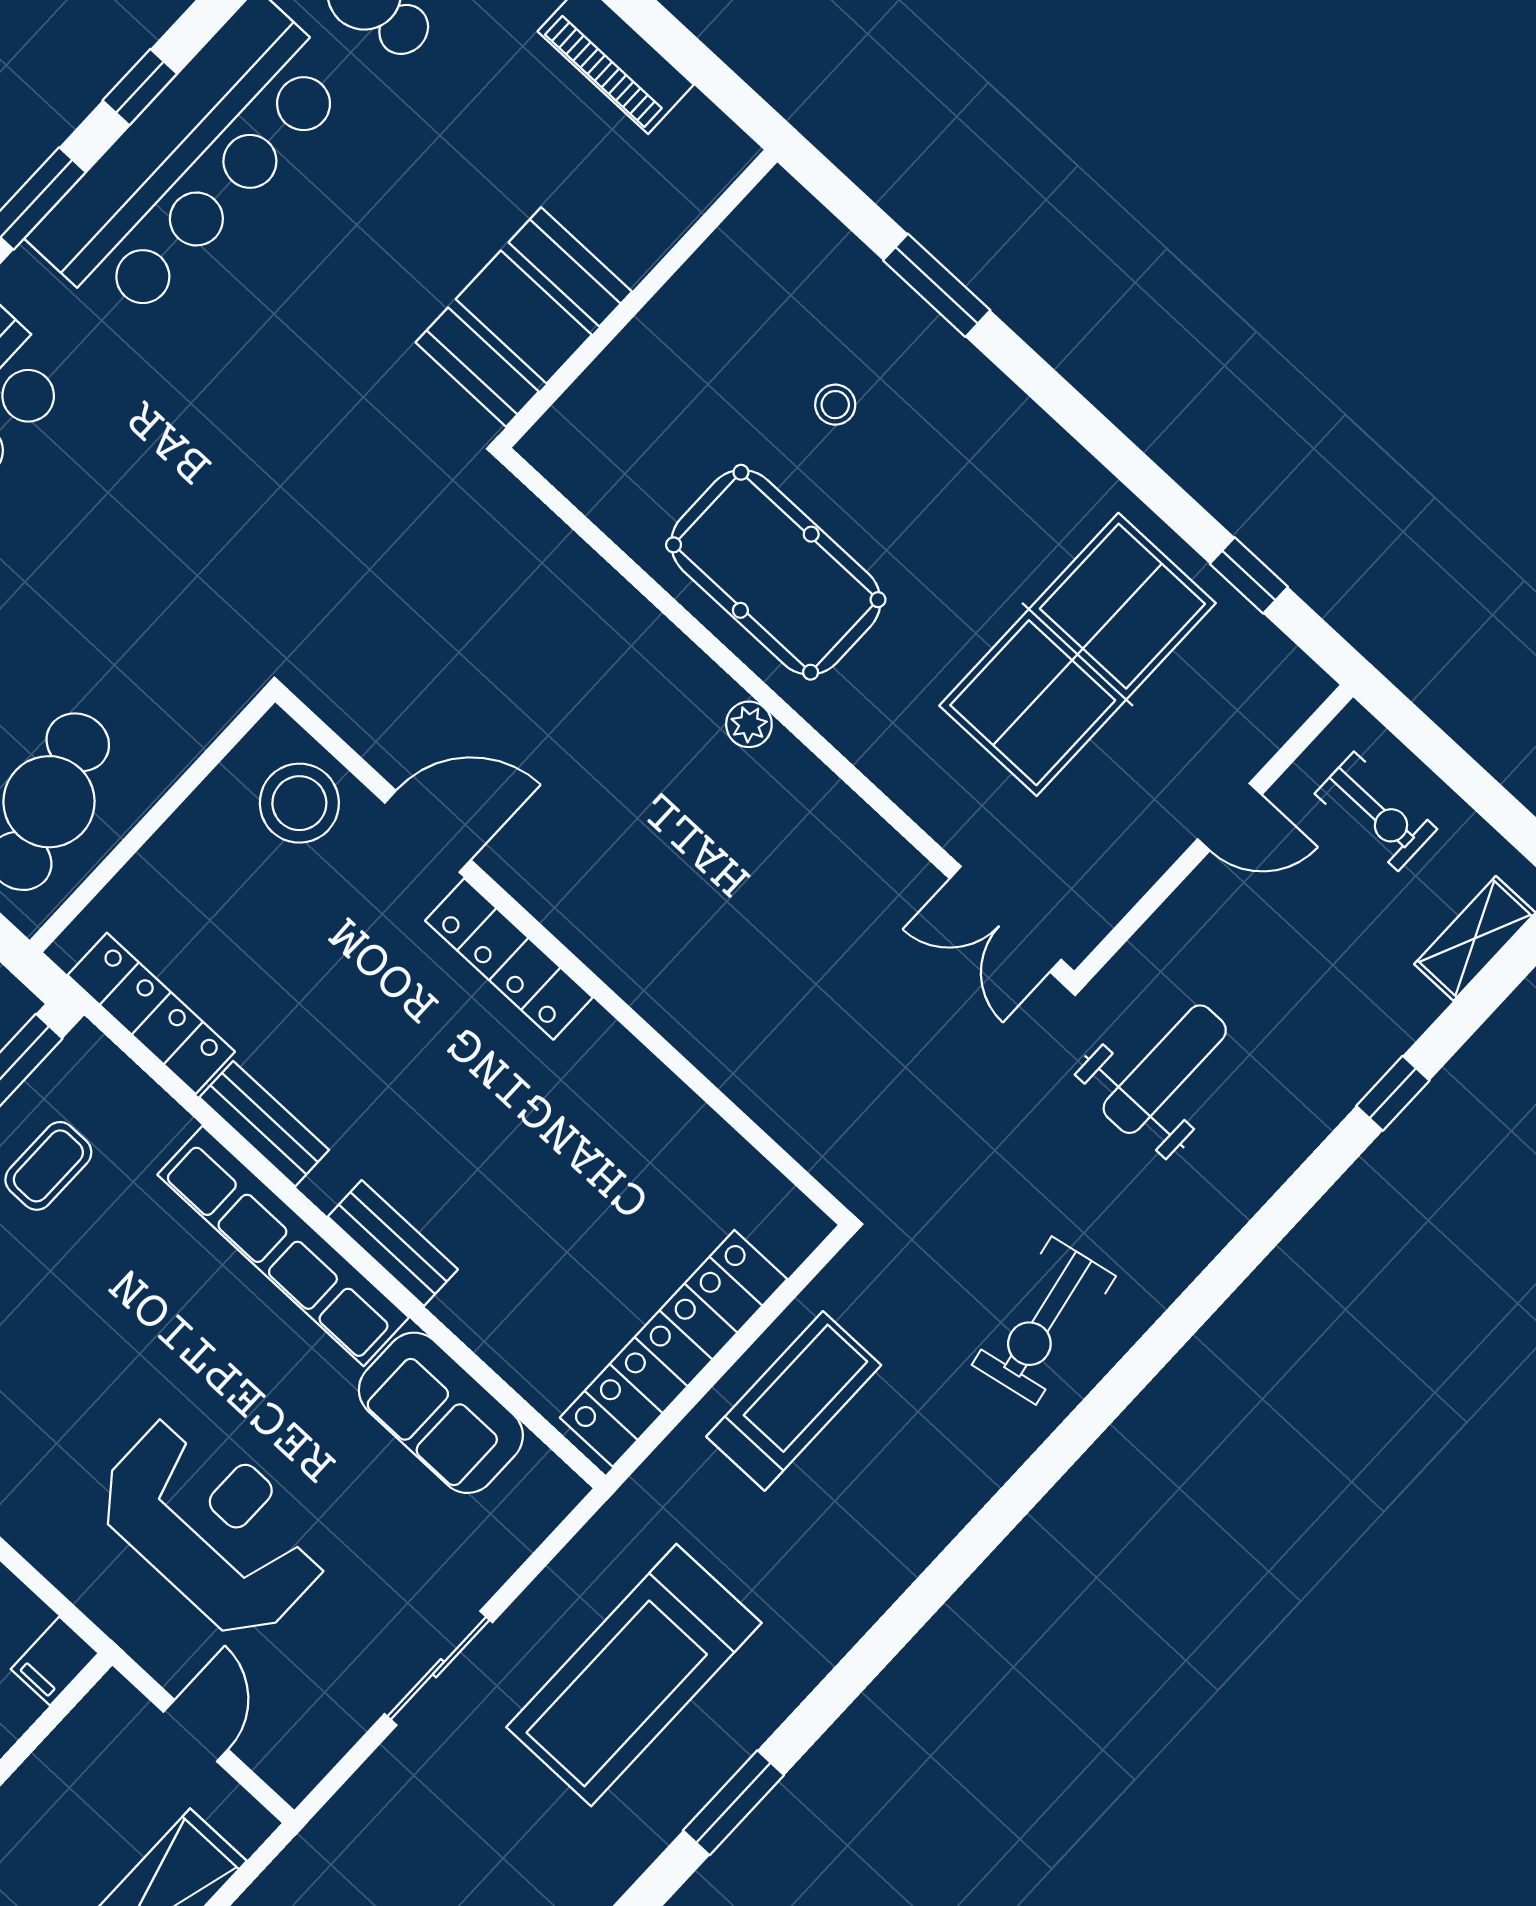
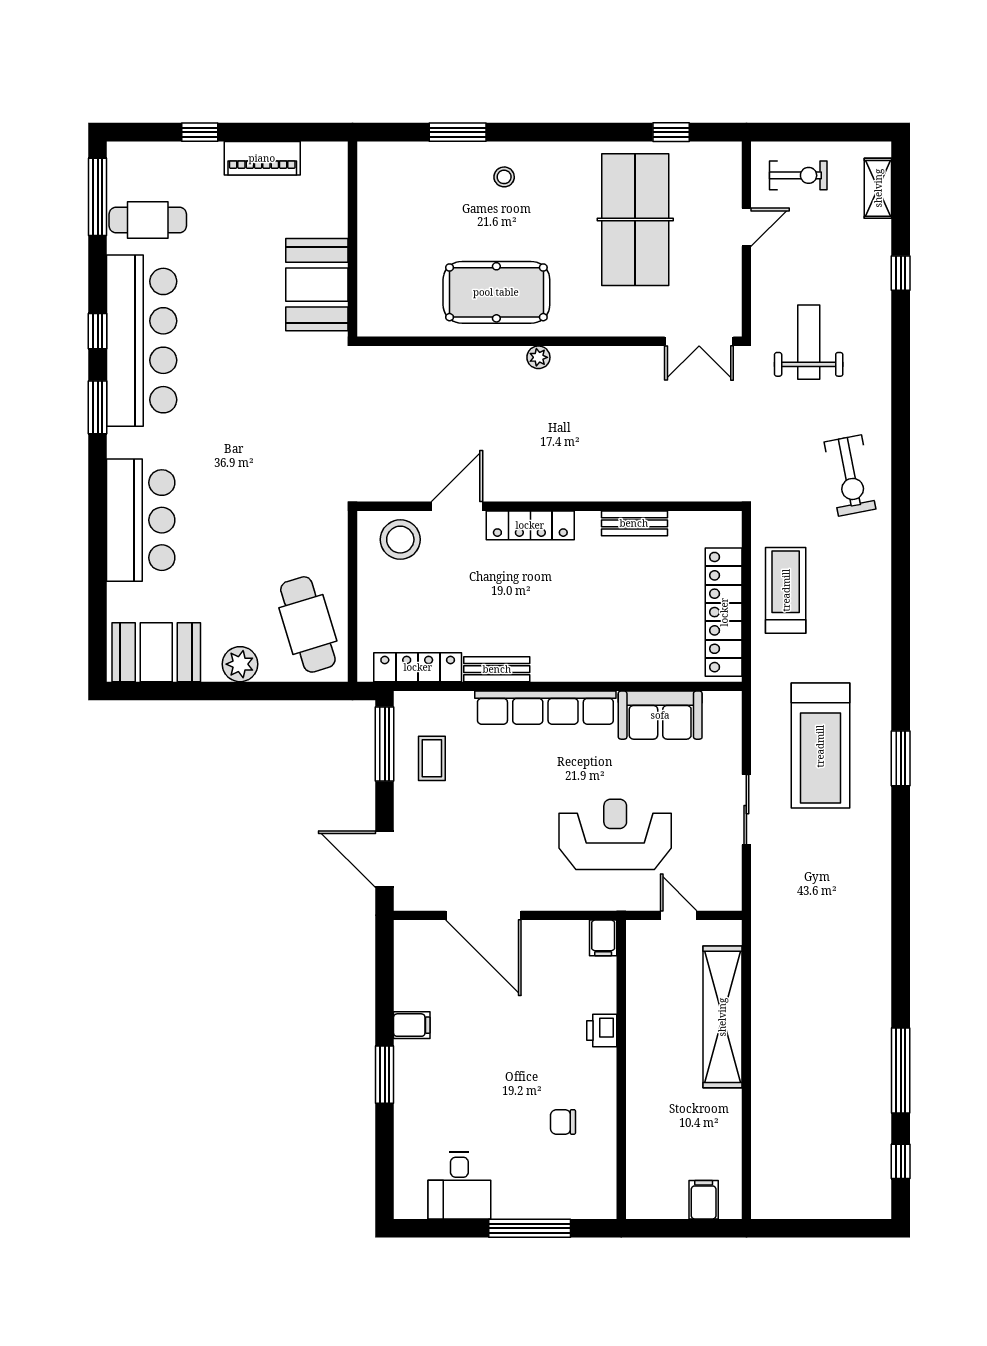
stool: (835, 405) -> (504, 177), moved
bench: (393, 1243) -> (634, 523), moved

